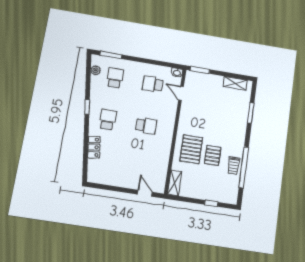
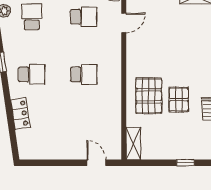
school desk: (153, 84) -> (84, 17), turned 180
door: (181, 93) -> (124, 23), swing flipped
school desk: (108, 120) -> (32, 74), turned 90

